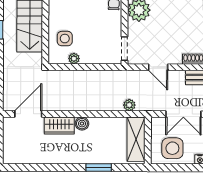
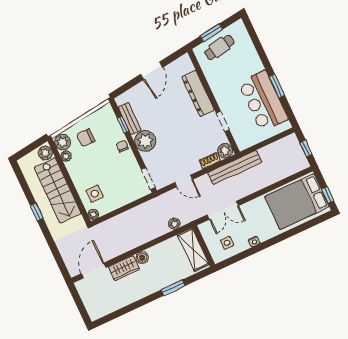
plant: (74, 59) -> (93, 214), moved
side table: (172, 148) -> (227, 243), width x0.54, depth x0.54

